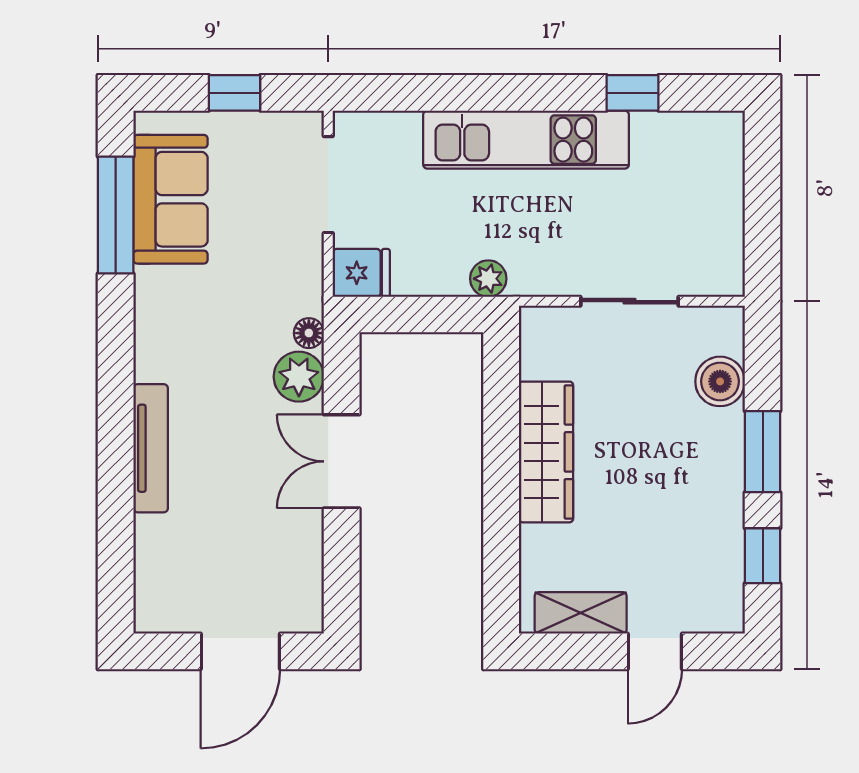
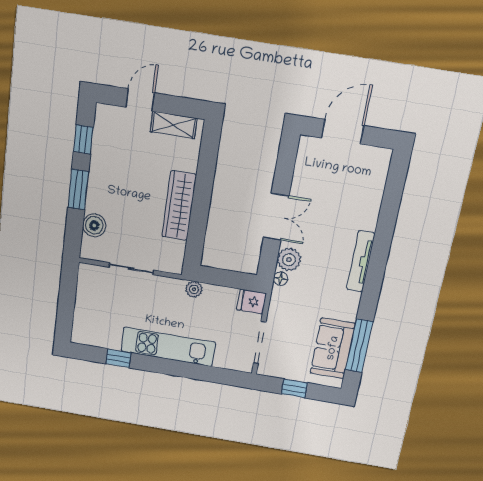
tv unit: (151, 448) -> (361, 261), moved

